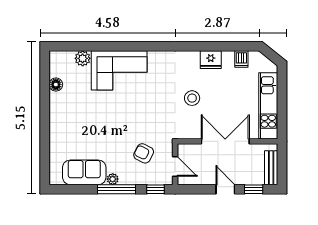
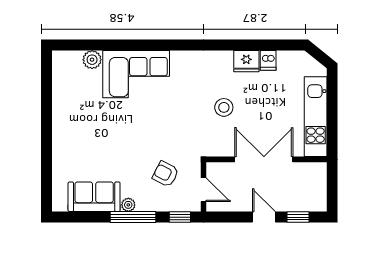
dishwasher: (241, 59) -> (268, 60), moved
floor lamp: (56, 85) -> (60, 91), removed
bench: (271, 168) -> (319, 191), removed

